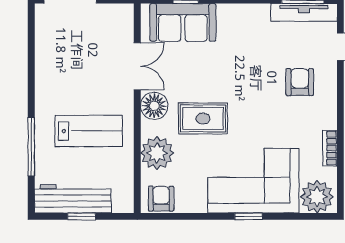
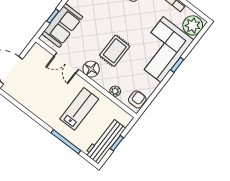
double door: (137, 66) -> (66, 63), swing flipped
plant: (157, 153) -> (115, 91), width x0.53, depth x0.53
armchair: (161, 199) -> (137, 99), turned 90

